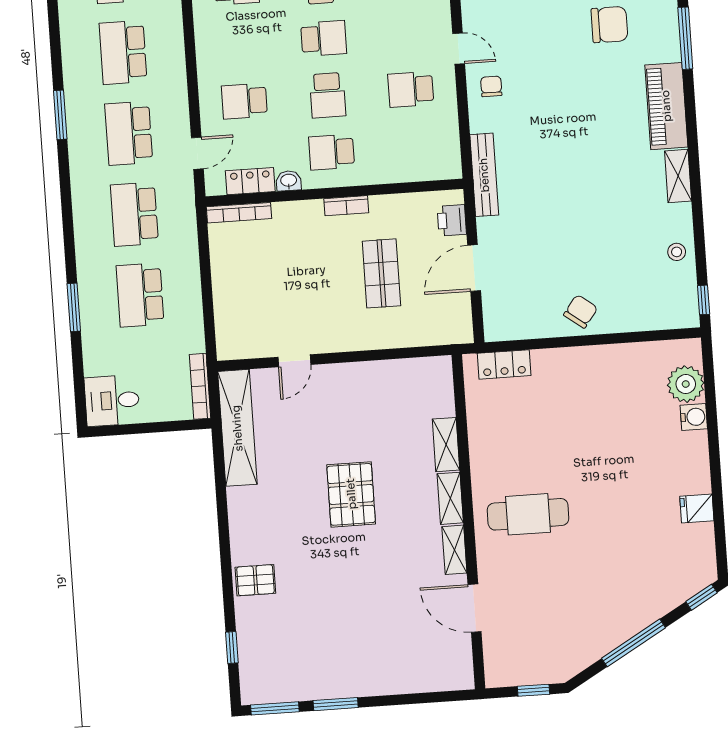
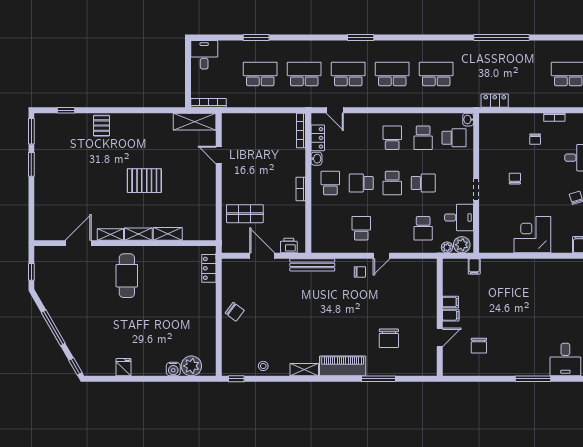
school desk: (244, 101) -> (392, 138), moved
shop shelf: (381, 273) -> (245, 214), moved
shelving: (237, 428) -> (195, 122), width x0.68

